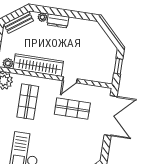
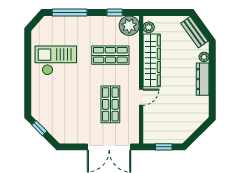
dresser: (58, 21) -> (203, 79), width x1.44
door: (70, 80) -> (141, 97), swing flipped

